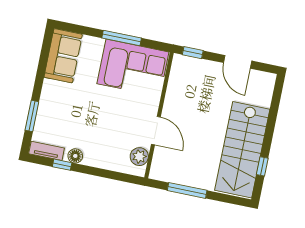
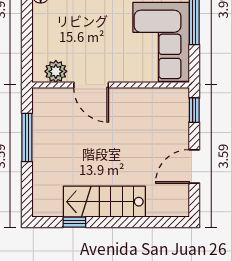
door: (156, 131) -> (91, 85), hinge flipped
stairs: (242, 150) -> (104, 202), width x0.73, depth x0.66

